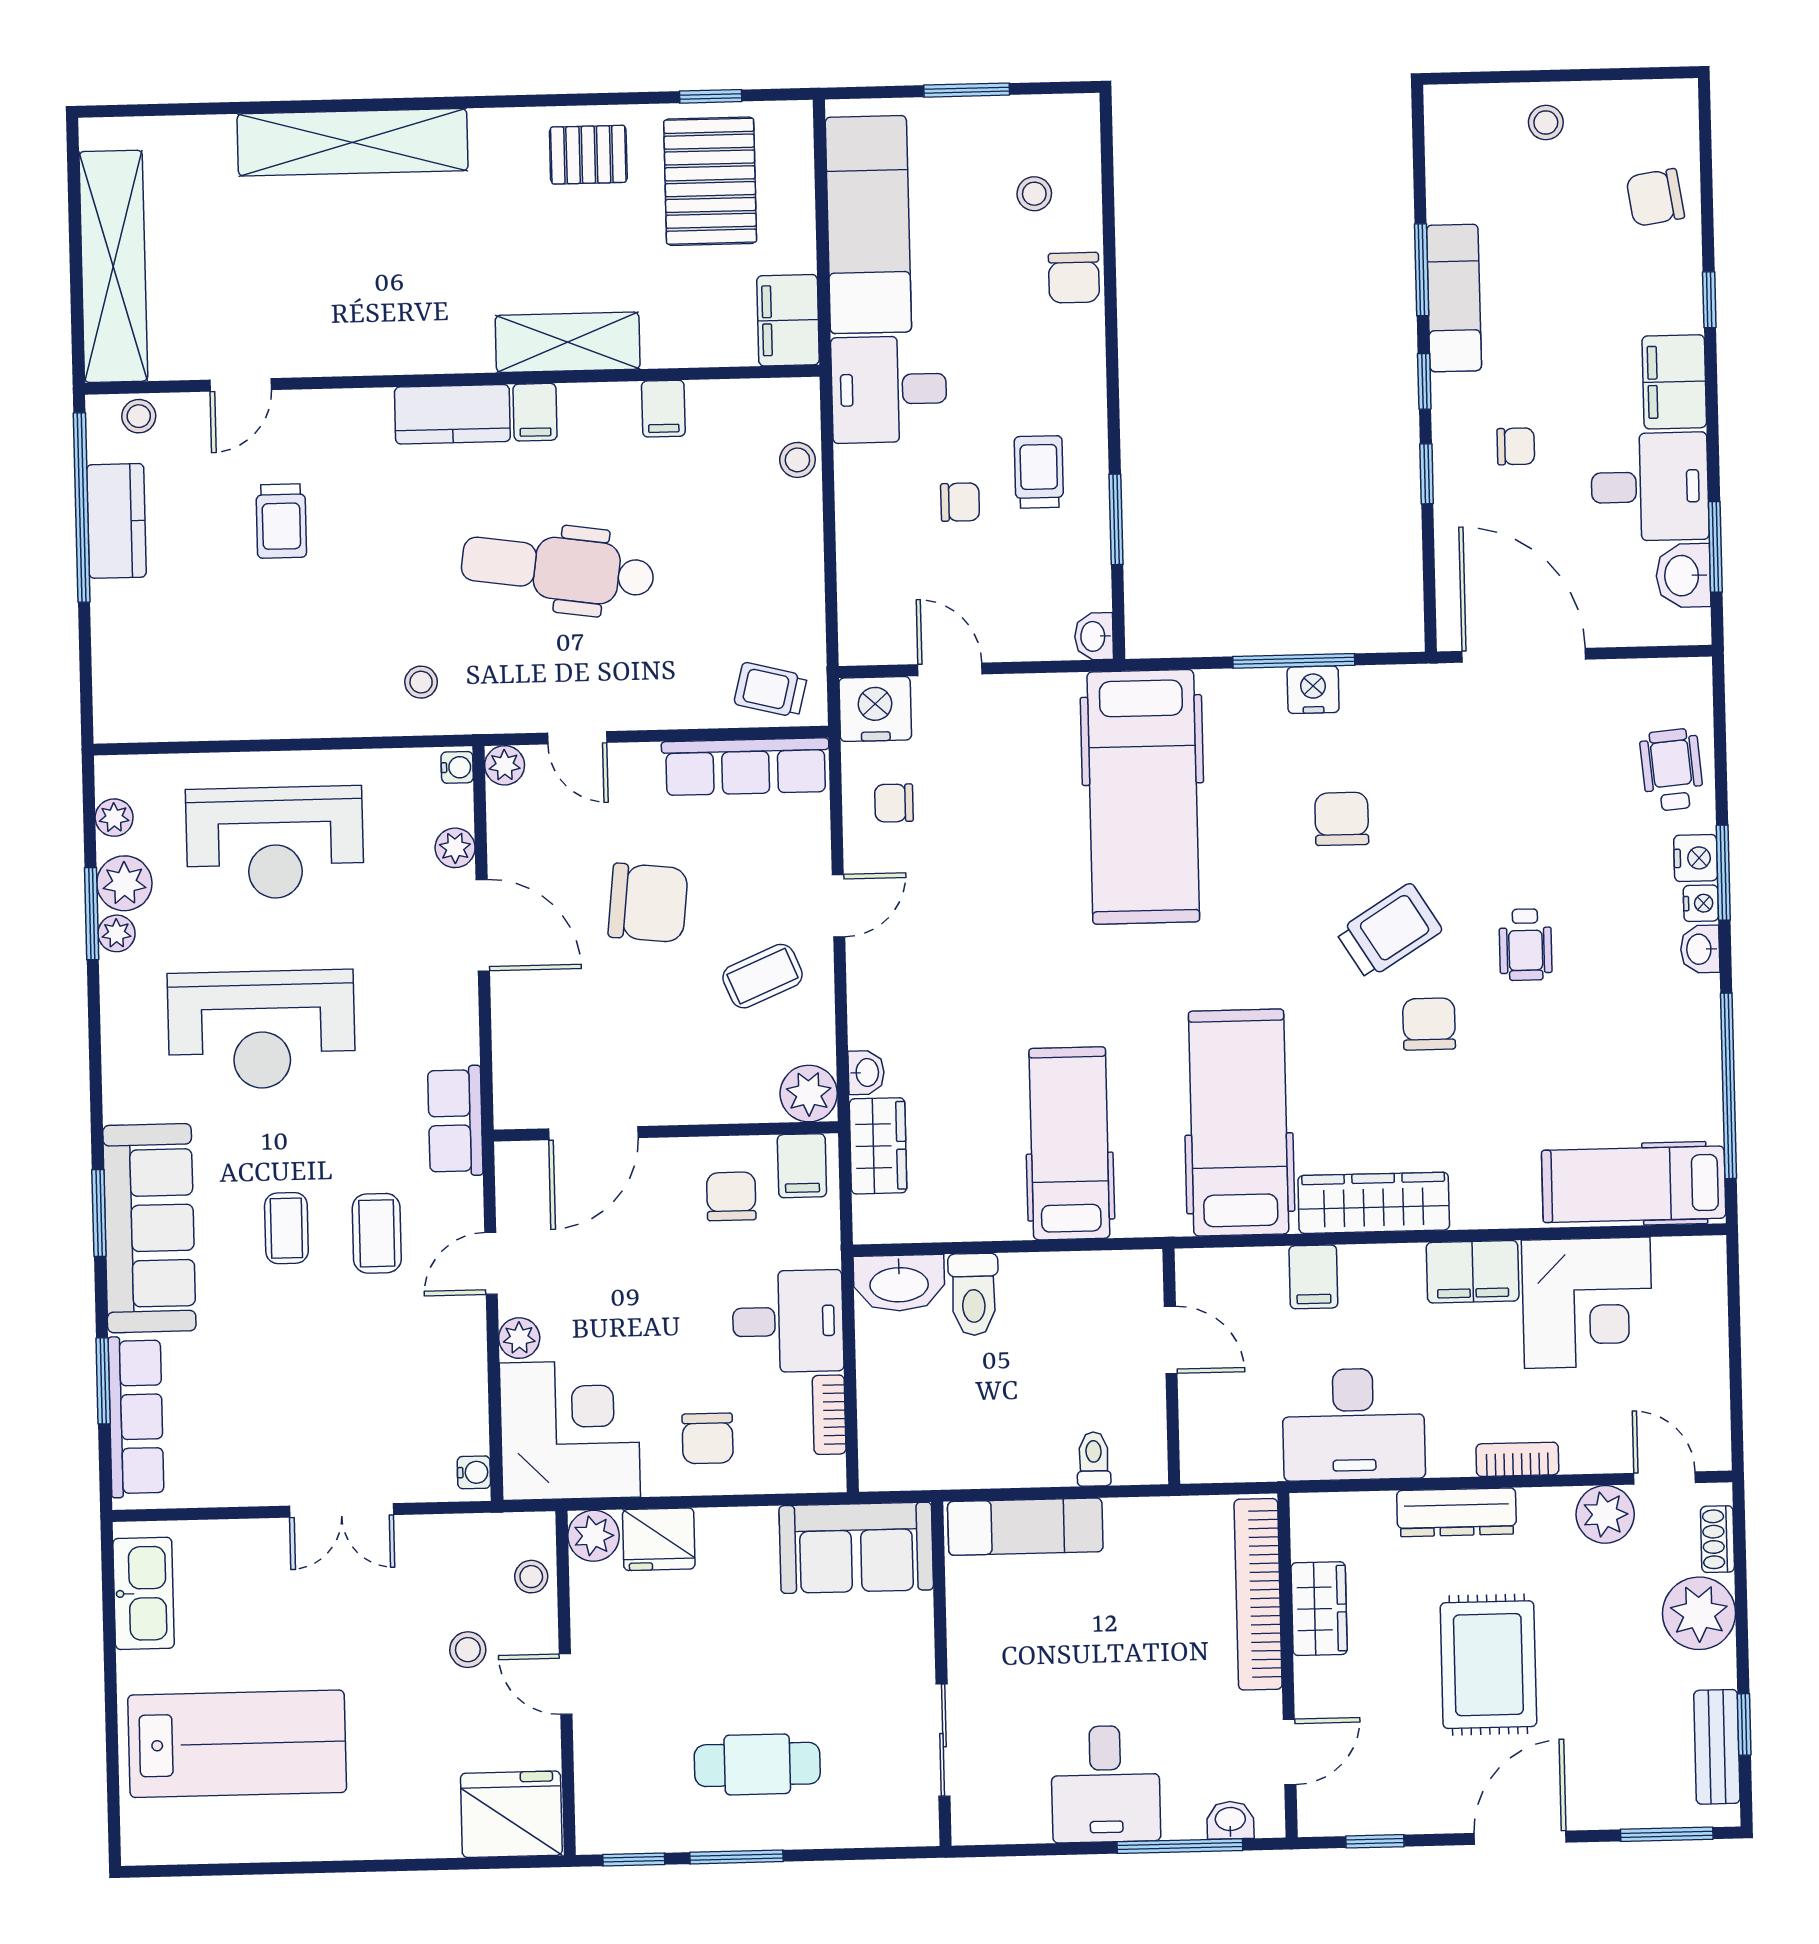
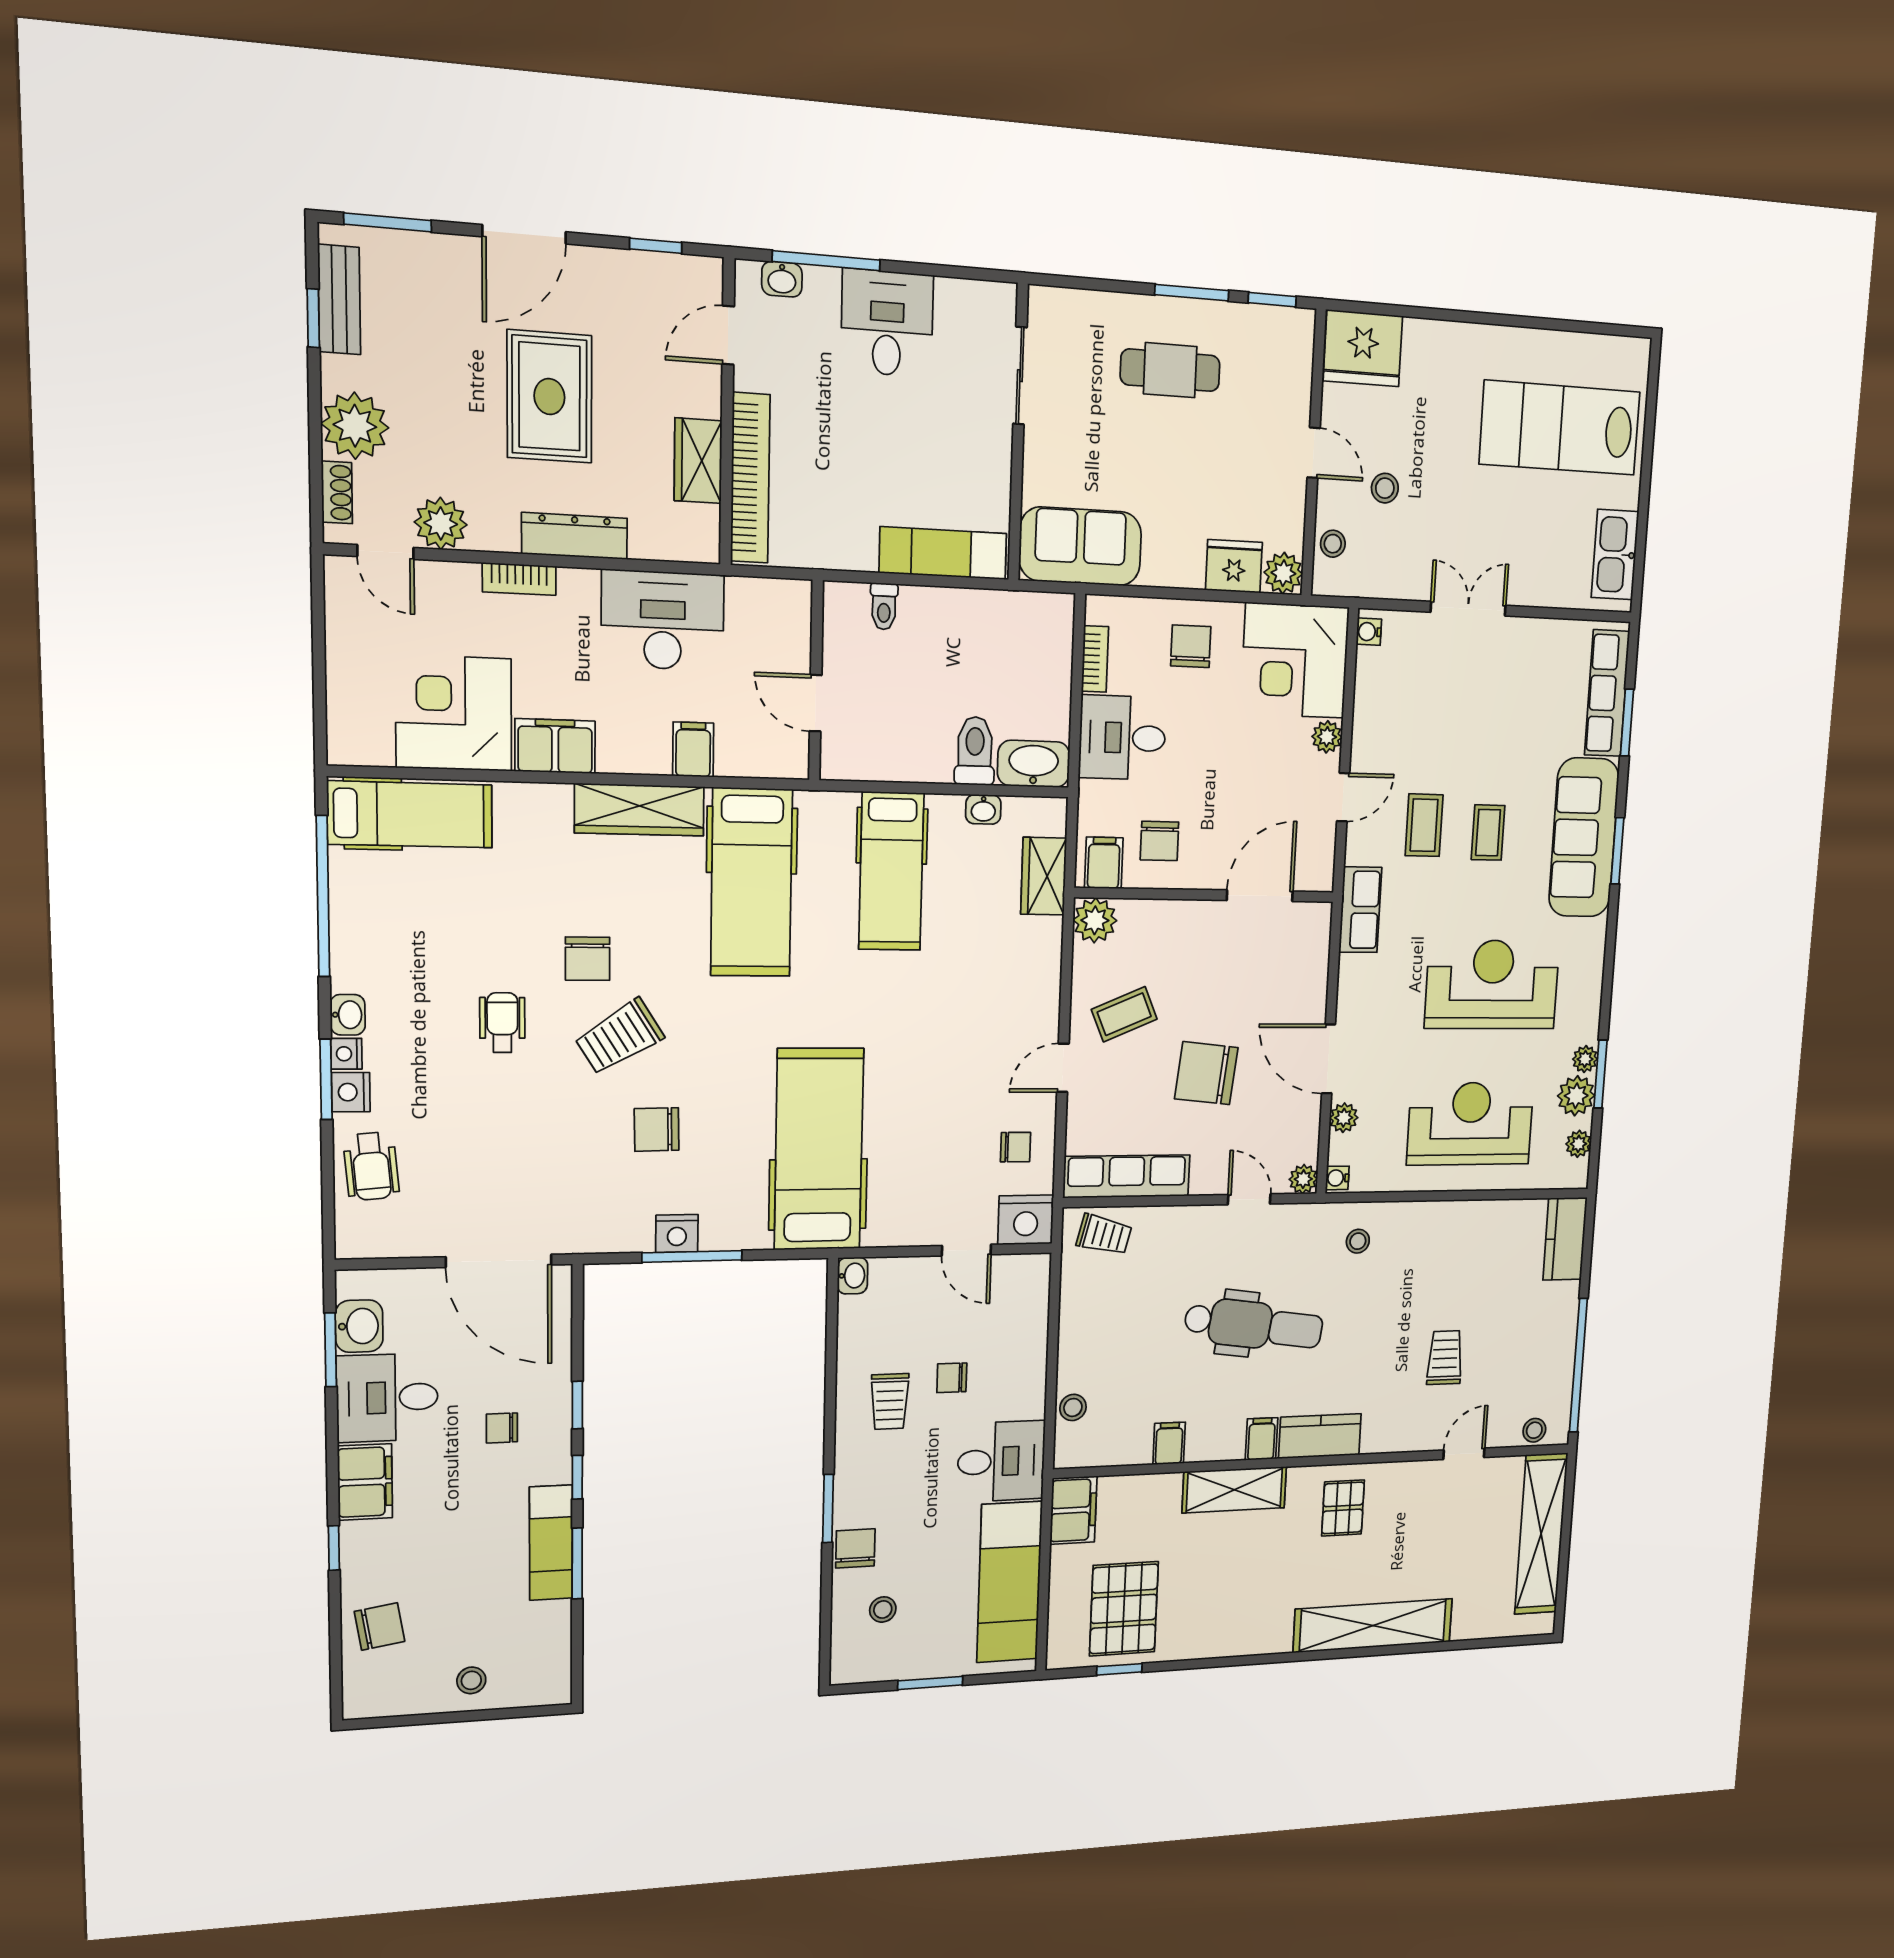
pallet: (588, 155) -> (1343, 1508), moved, turned 90
window: (1116, 519) -> (828, 1509), moved
kitchen counter: (116, 521) -> (1565, 1239), moved
chair: (1342, 819) -> (657, 1130), turned 89
washbasin: (866, 1073) -> (983, 809), moved, turned -90

